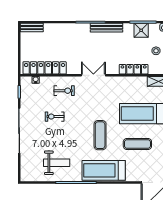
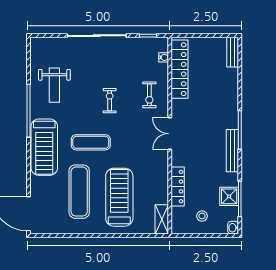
double door: (93, 75) -> (170, 134), swing flipped
exercise bike: (55, 117) -> (110, 101), moved
exercise mat: (137, 144) -> (79, 192), width x1.36, depth x1.45
treadmill: (104, 170) -> (44, 147), turned 180

